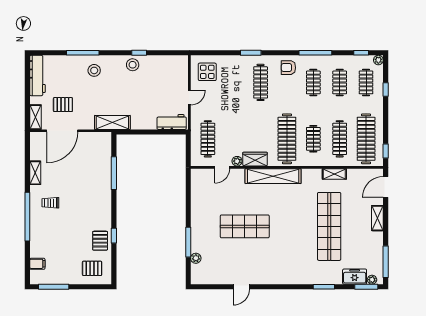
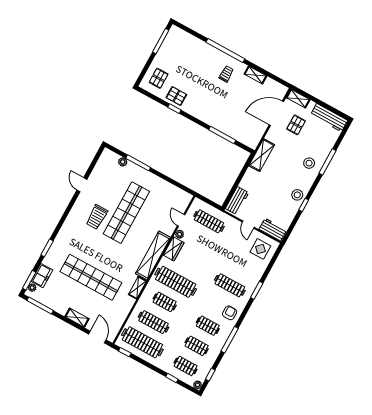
workbench: (181, 70) -> (273, 230), added
door: (62, 131) -> (276, 113), hinge flipped
shelving: (334, 174) -> (137, 288), moved
shop shelf: (245, 226) -> (126, 213), width x1.40
trolley: (266, 254) -> (97, 217), added
filing cabinet: (37, 264) -> (185, 38), removed

